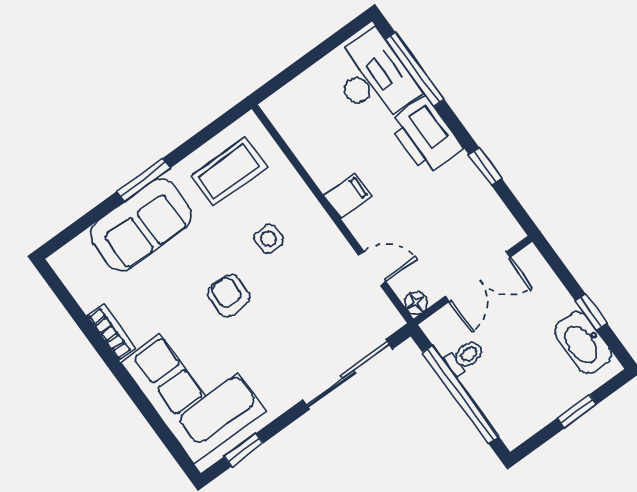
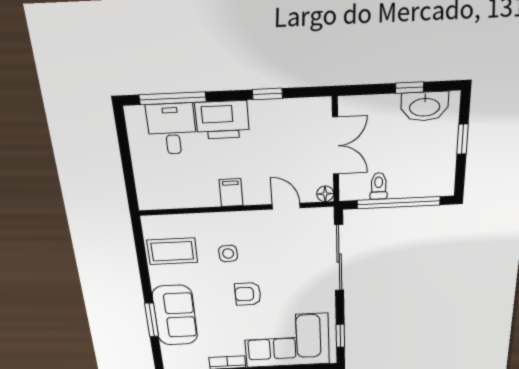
desk: (373, 78) -> (172, 129), width x0.73
coffee table: (229, 172) -> (172, 251), turned 90
window: (143, 180) -> (152, 320), moved
door: (372, 268) -> (286, 206), hinge flipped

